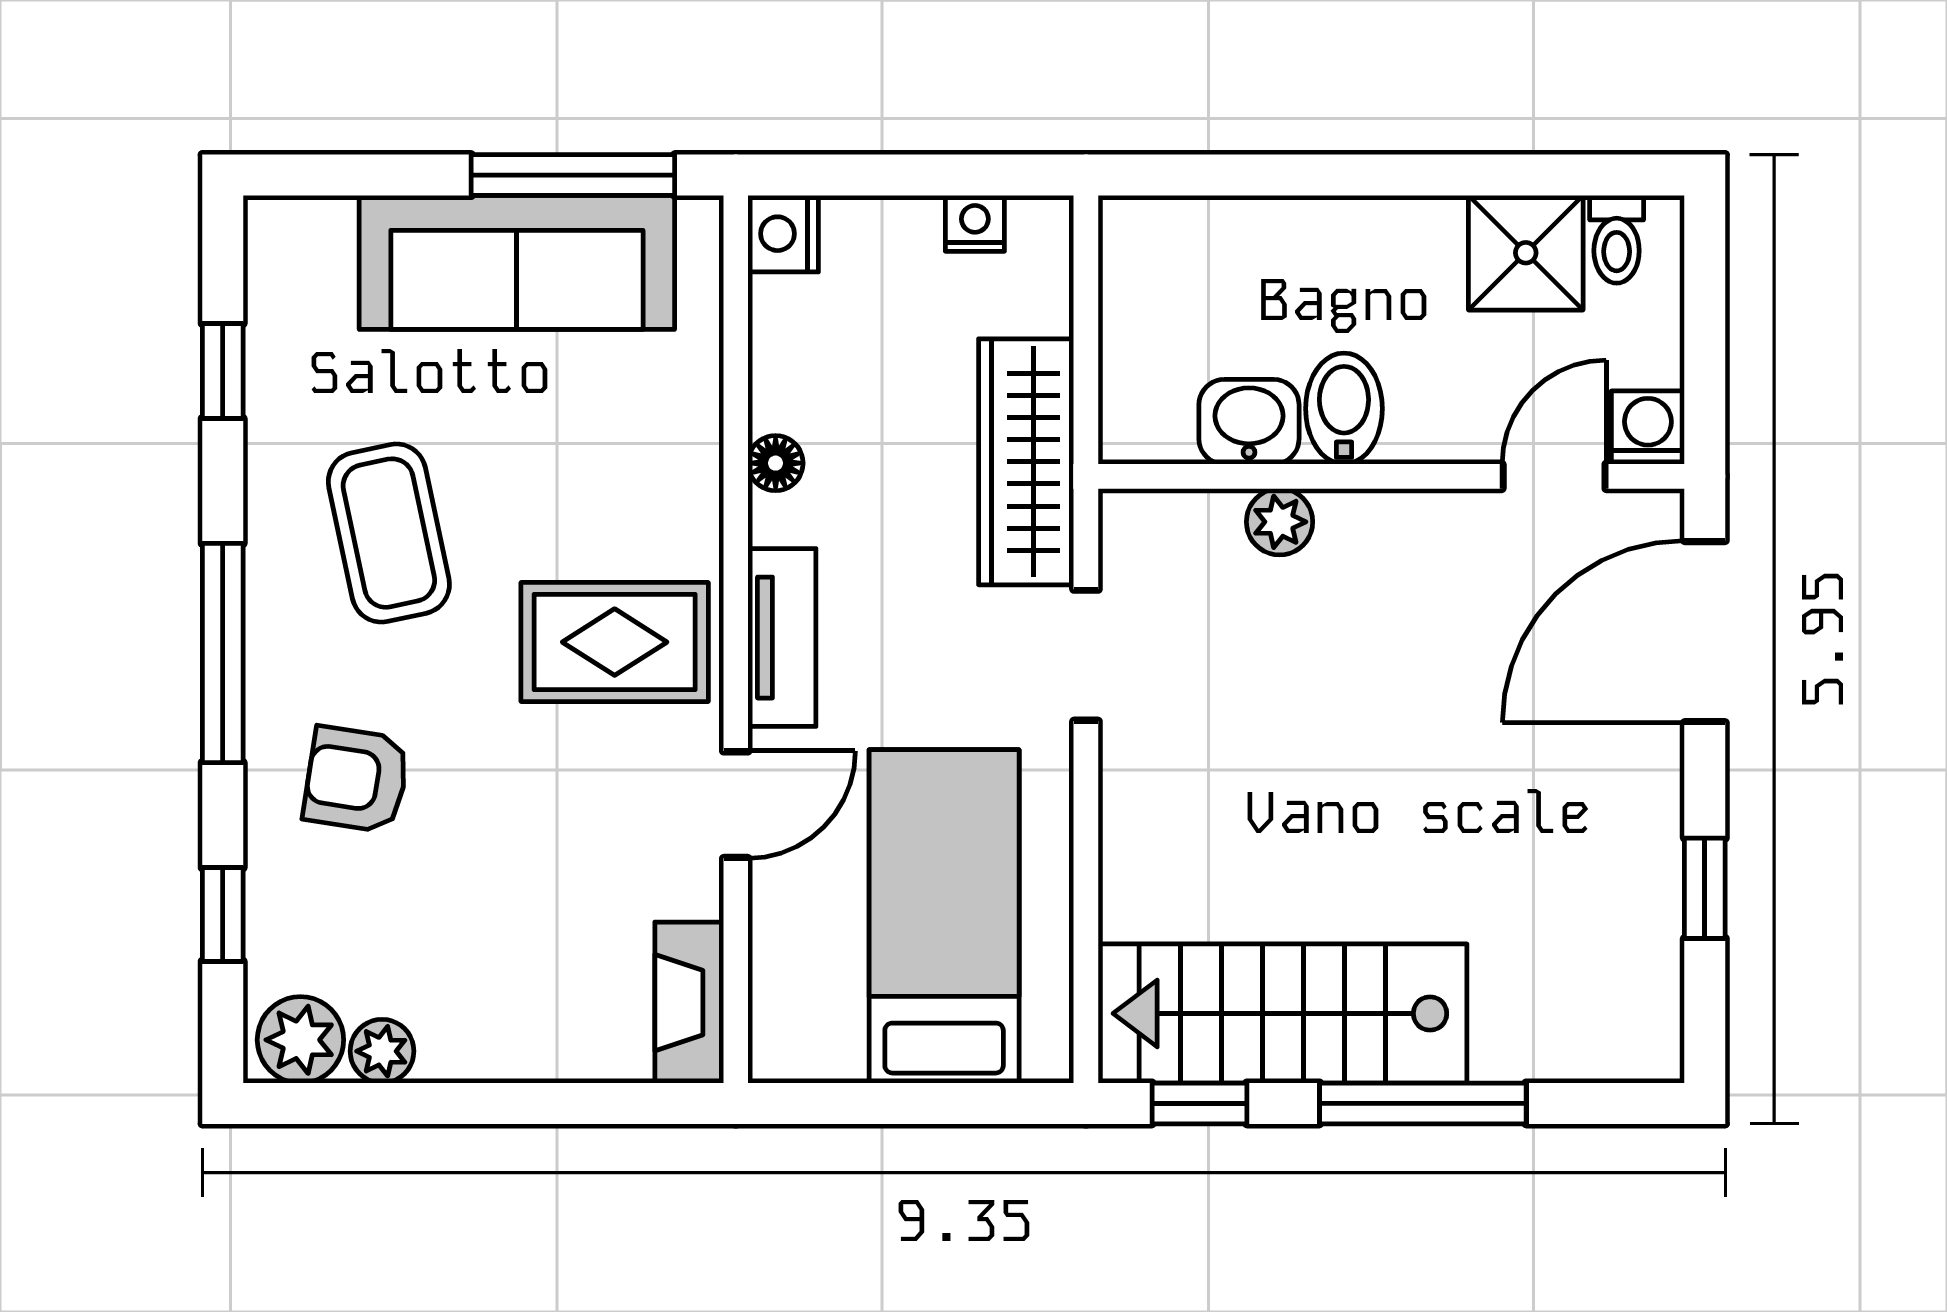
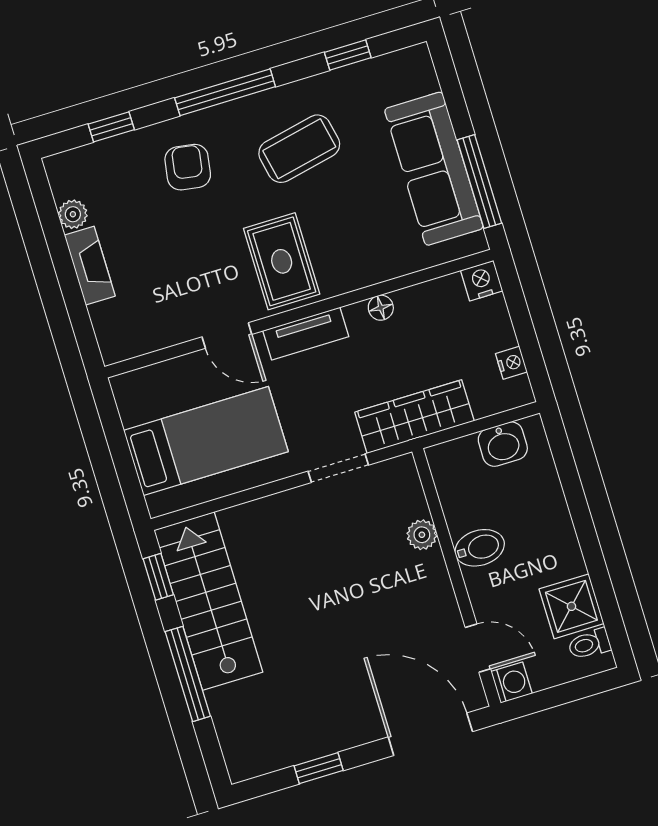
washbasin: (1249, 422) -> (503, 444), moved, turned 90
fireplace: (689, 1003) -> (90, 266), moved, turned 90
plant: (300, 1040) -> (67, 177), removed

